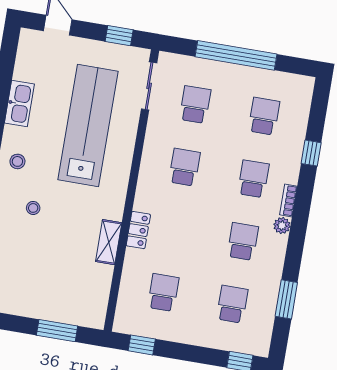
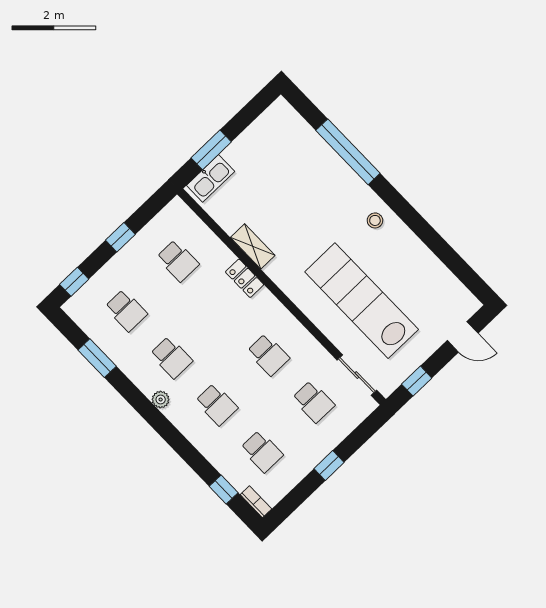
window: (236, 55) -> (329, 465), width x0.32
kitchen sink: (19, 103) -> (211, 178), moved, turned -90
lab bench: (88, 125) -> (362, 301), turned 180
window: (311, 153) -> (224, 489), moved
bookcase: (288, 200) -> (256, 502), moved
stool: (33, 208) -> (327, 205), removed
window: (142, 345) -> (120, 237), moved

